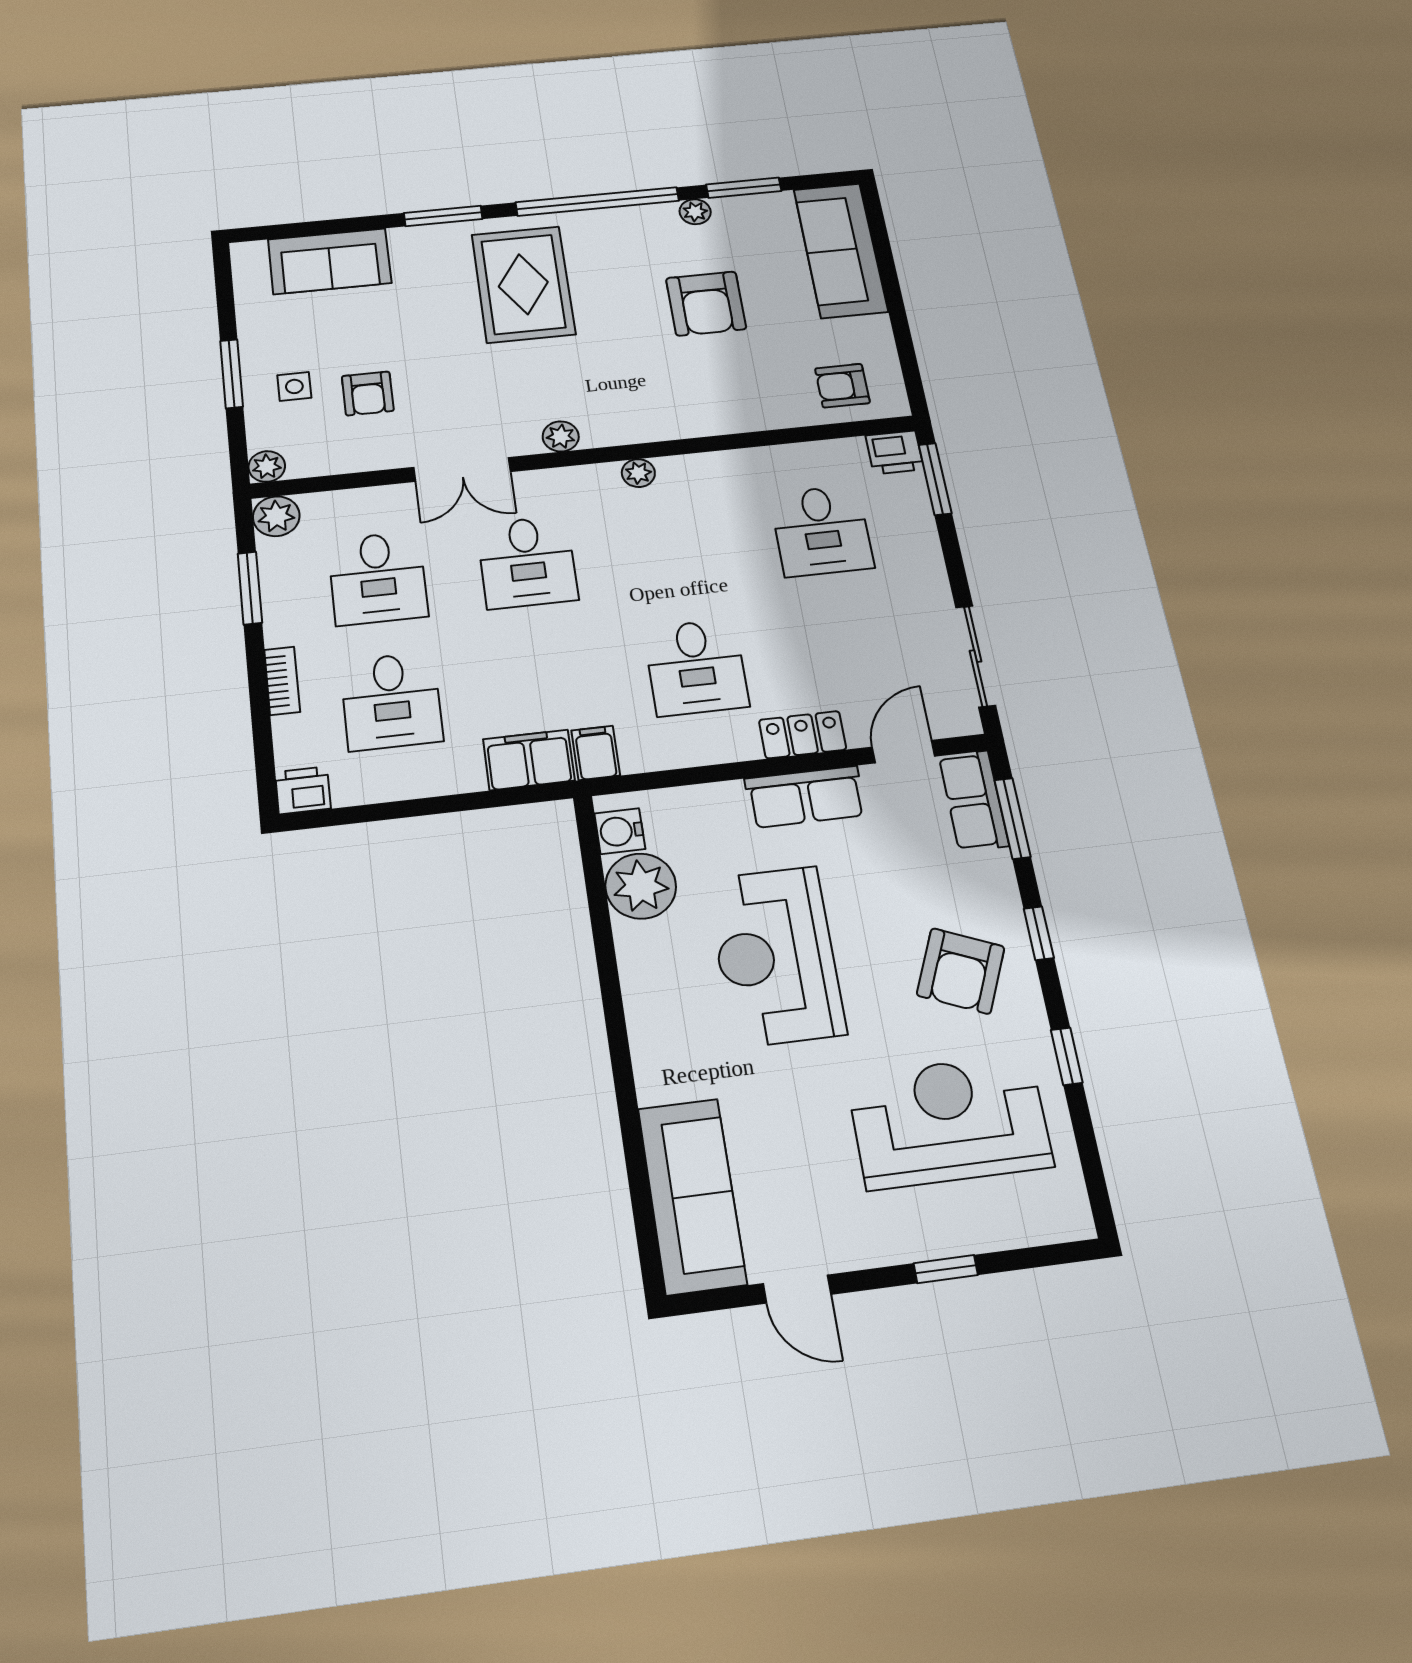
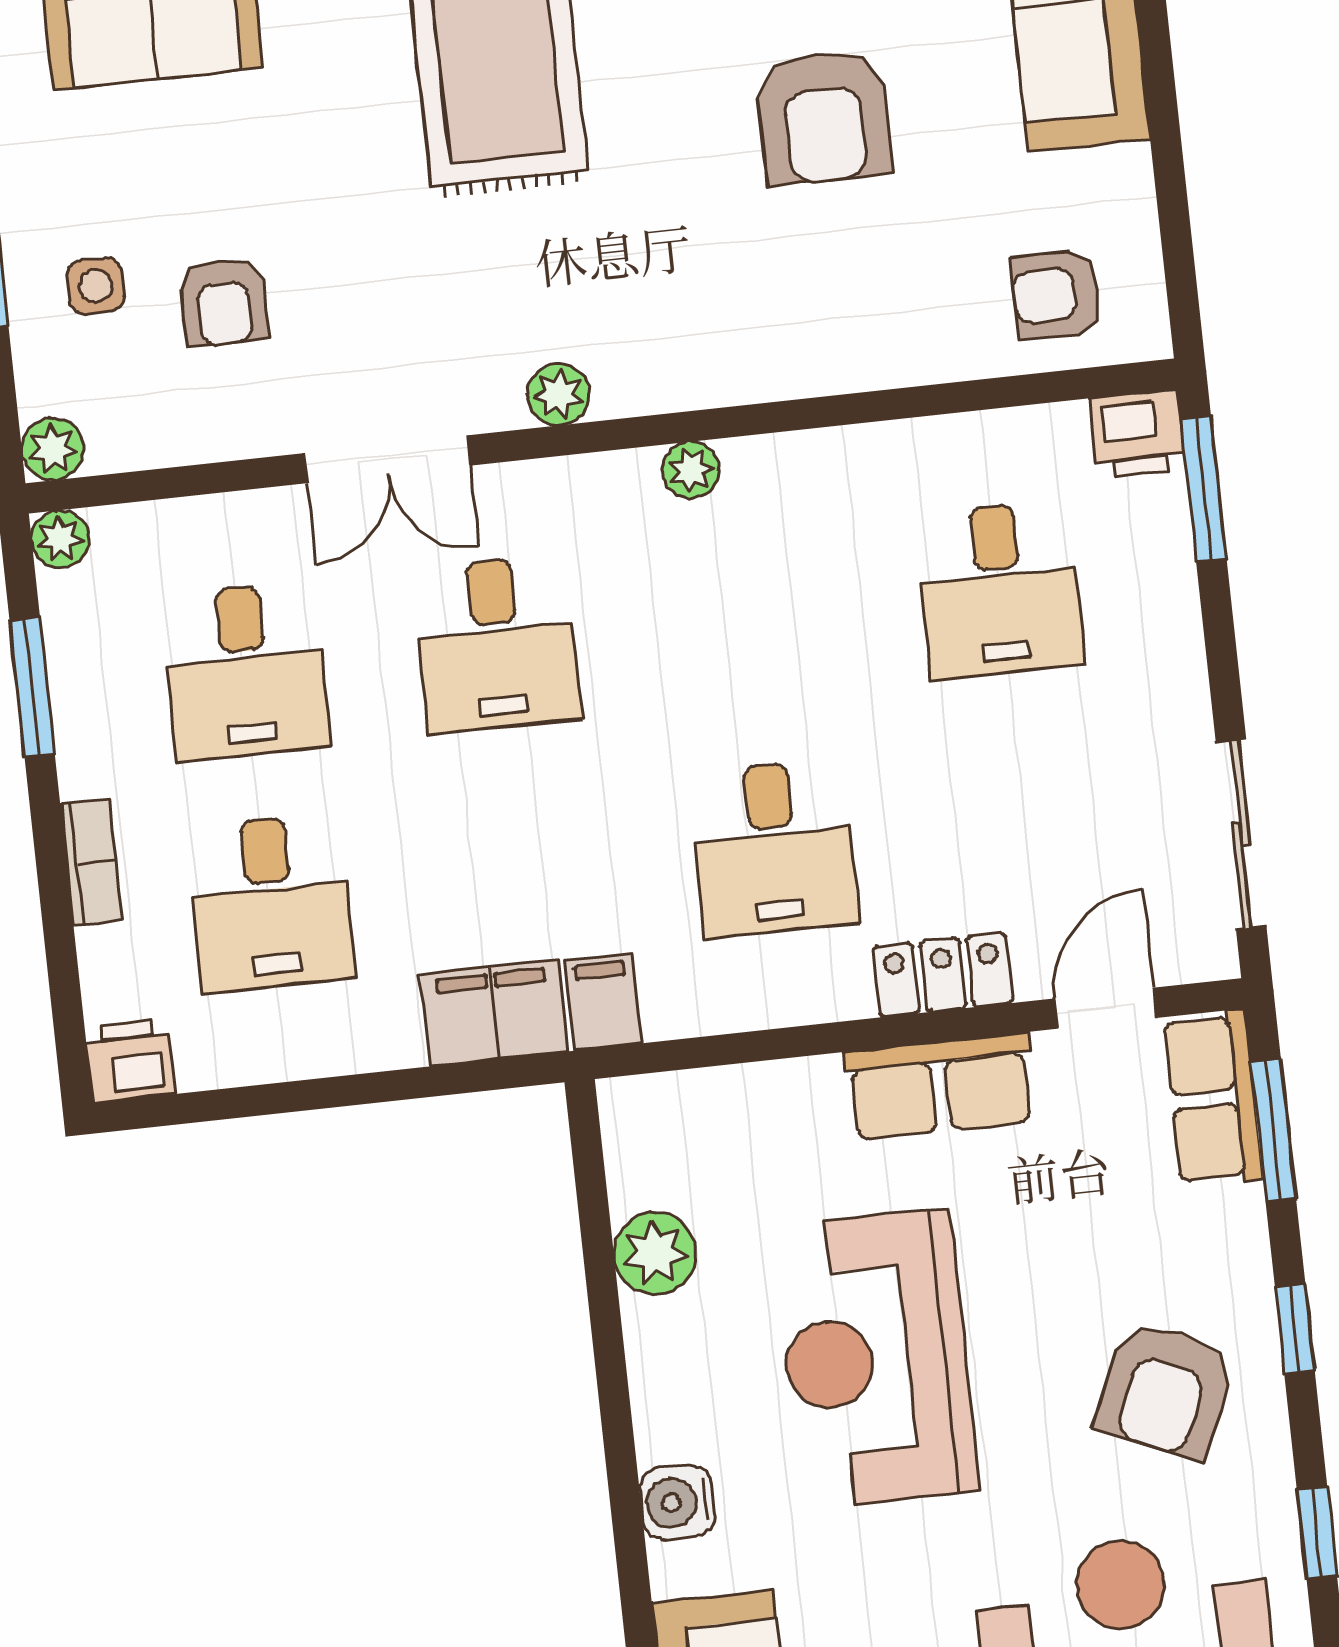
plant: (276, 516) -> (60, 539), width x0.73, depth x0.73
water cooler: (620, 831) -> (677, 1502), moved
plant: (641, 886) -> (655, 1253), width x0.73, depth x0.73

